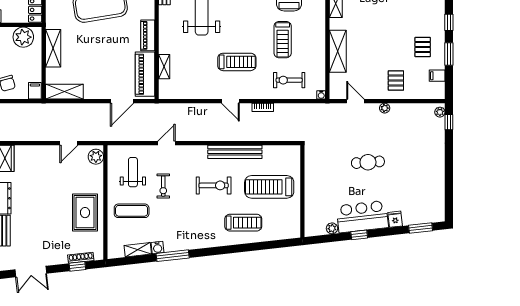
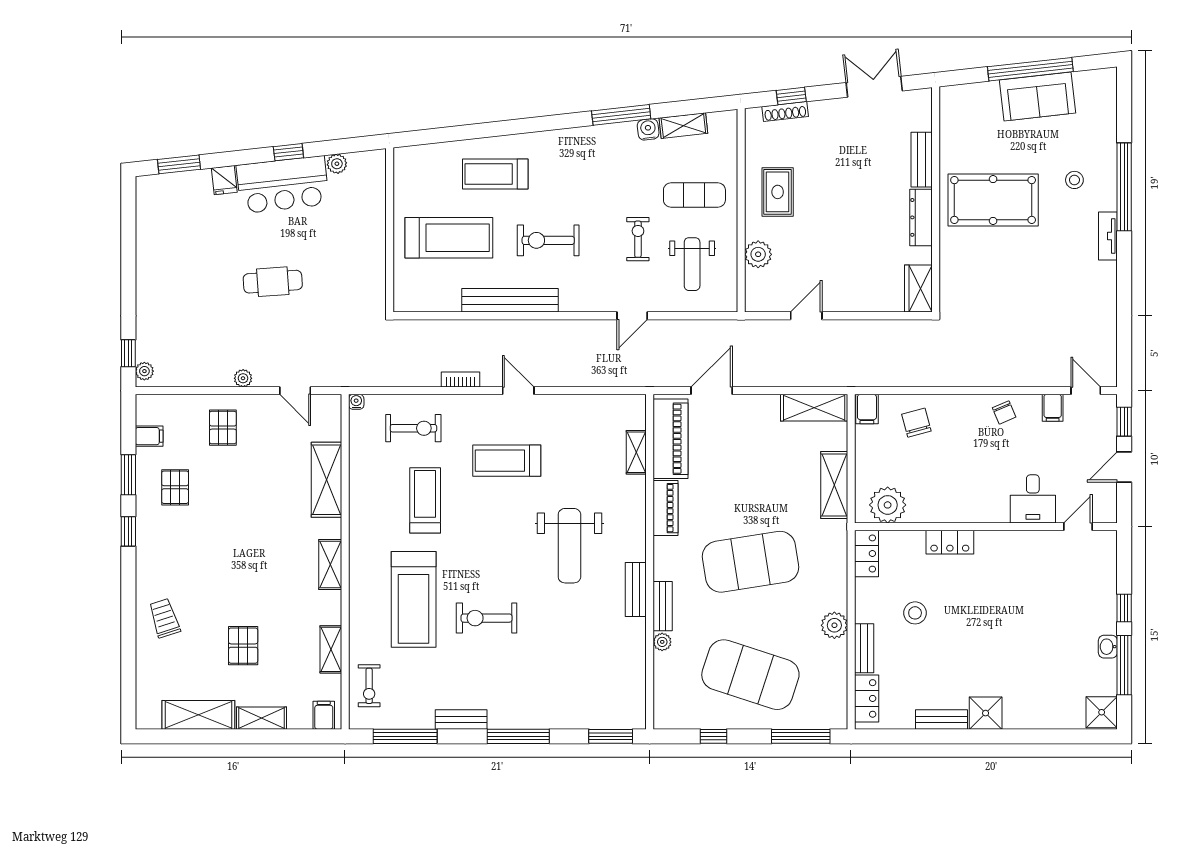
plant: (96, 157) -> (758, 254), moved
rug: (85, 213) -> (778, 192), width x0.73, depth x0.70

